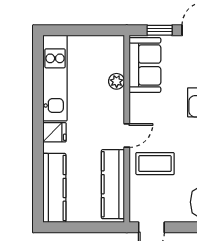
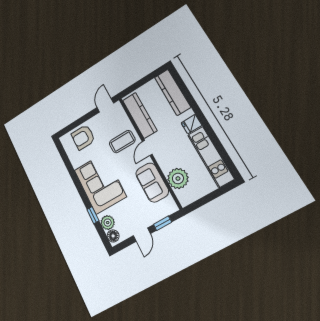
sofa: (145, 65) -> (152, 182), moved
plant: (117, 81) -> (178, 178), width x1.88, depth x1.88

